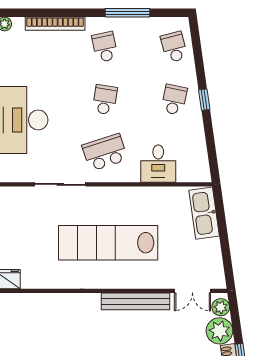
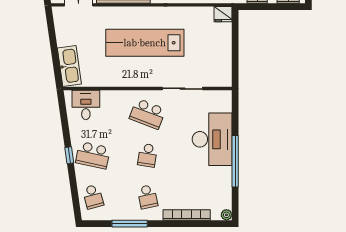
school desk: (174, 100) -> (93, 155), width x1.85
school desk: (105, 152) -> (147, 114), turned 39
desk: (158, 164) -> (86, 105), moved
lab bench: (108, 243) -> (145, 43), turned 180

